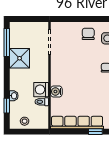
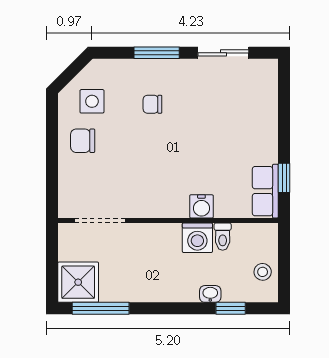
shower: (20, 58) -> (78, 282), moved
row of seats: (77, 123) -> (265, 191), width x0.50
window: (95, 132) -> (284, 178), moved

